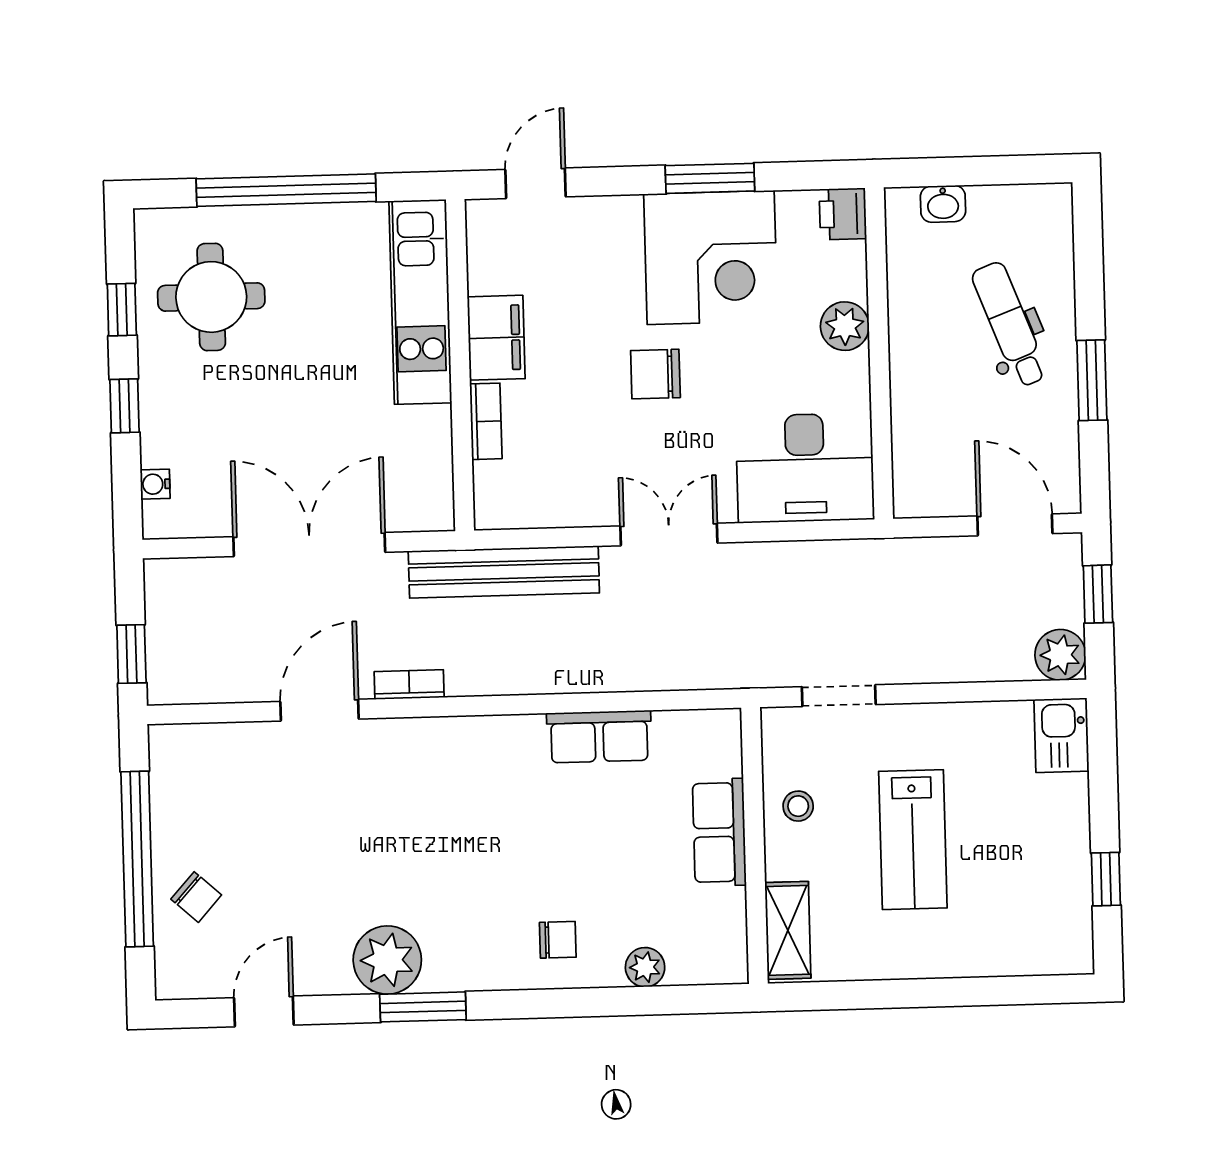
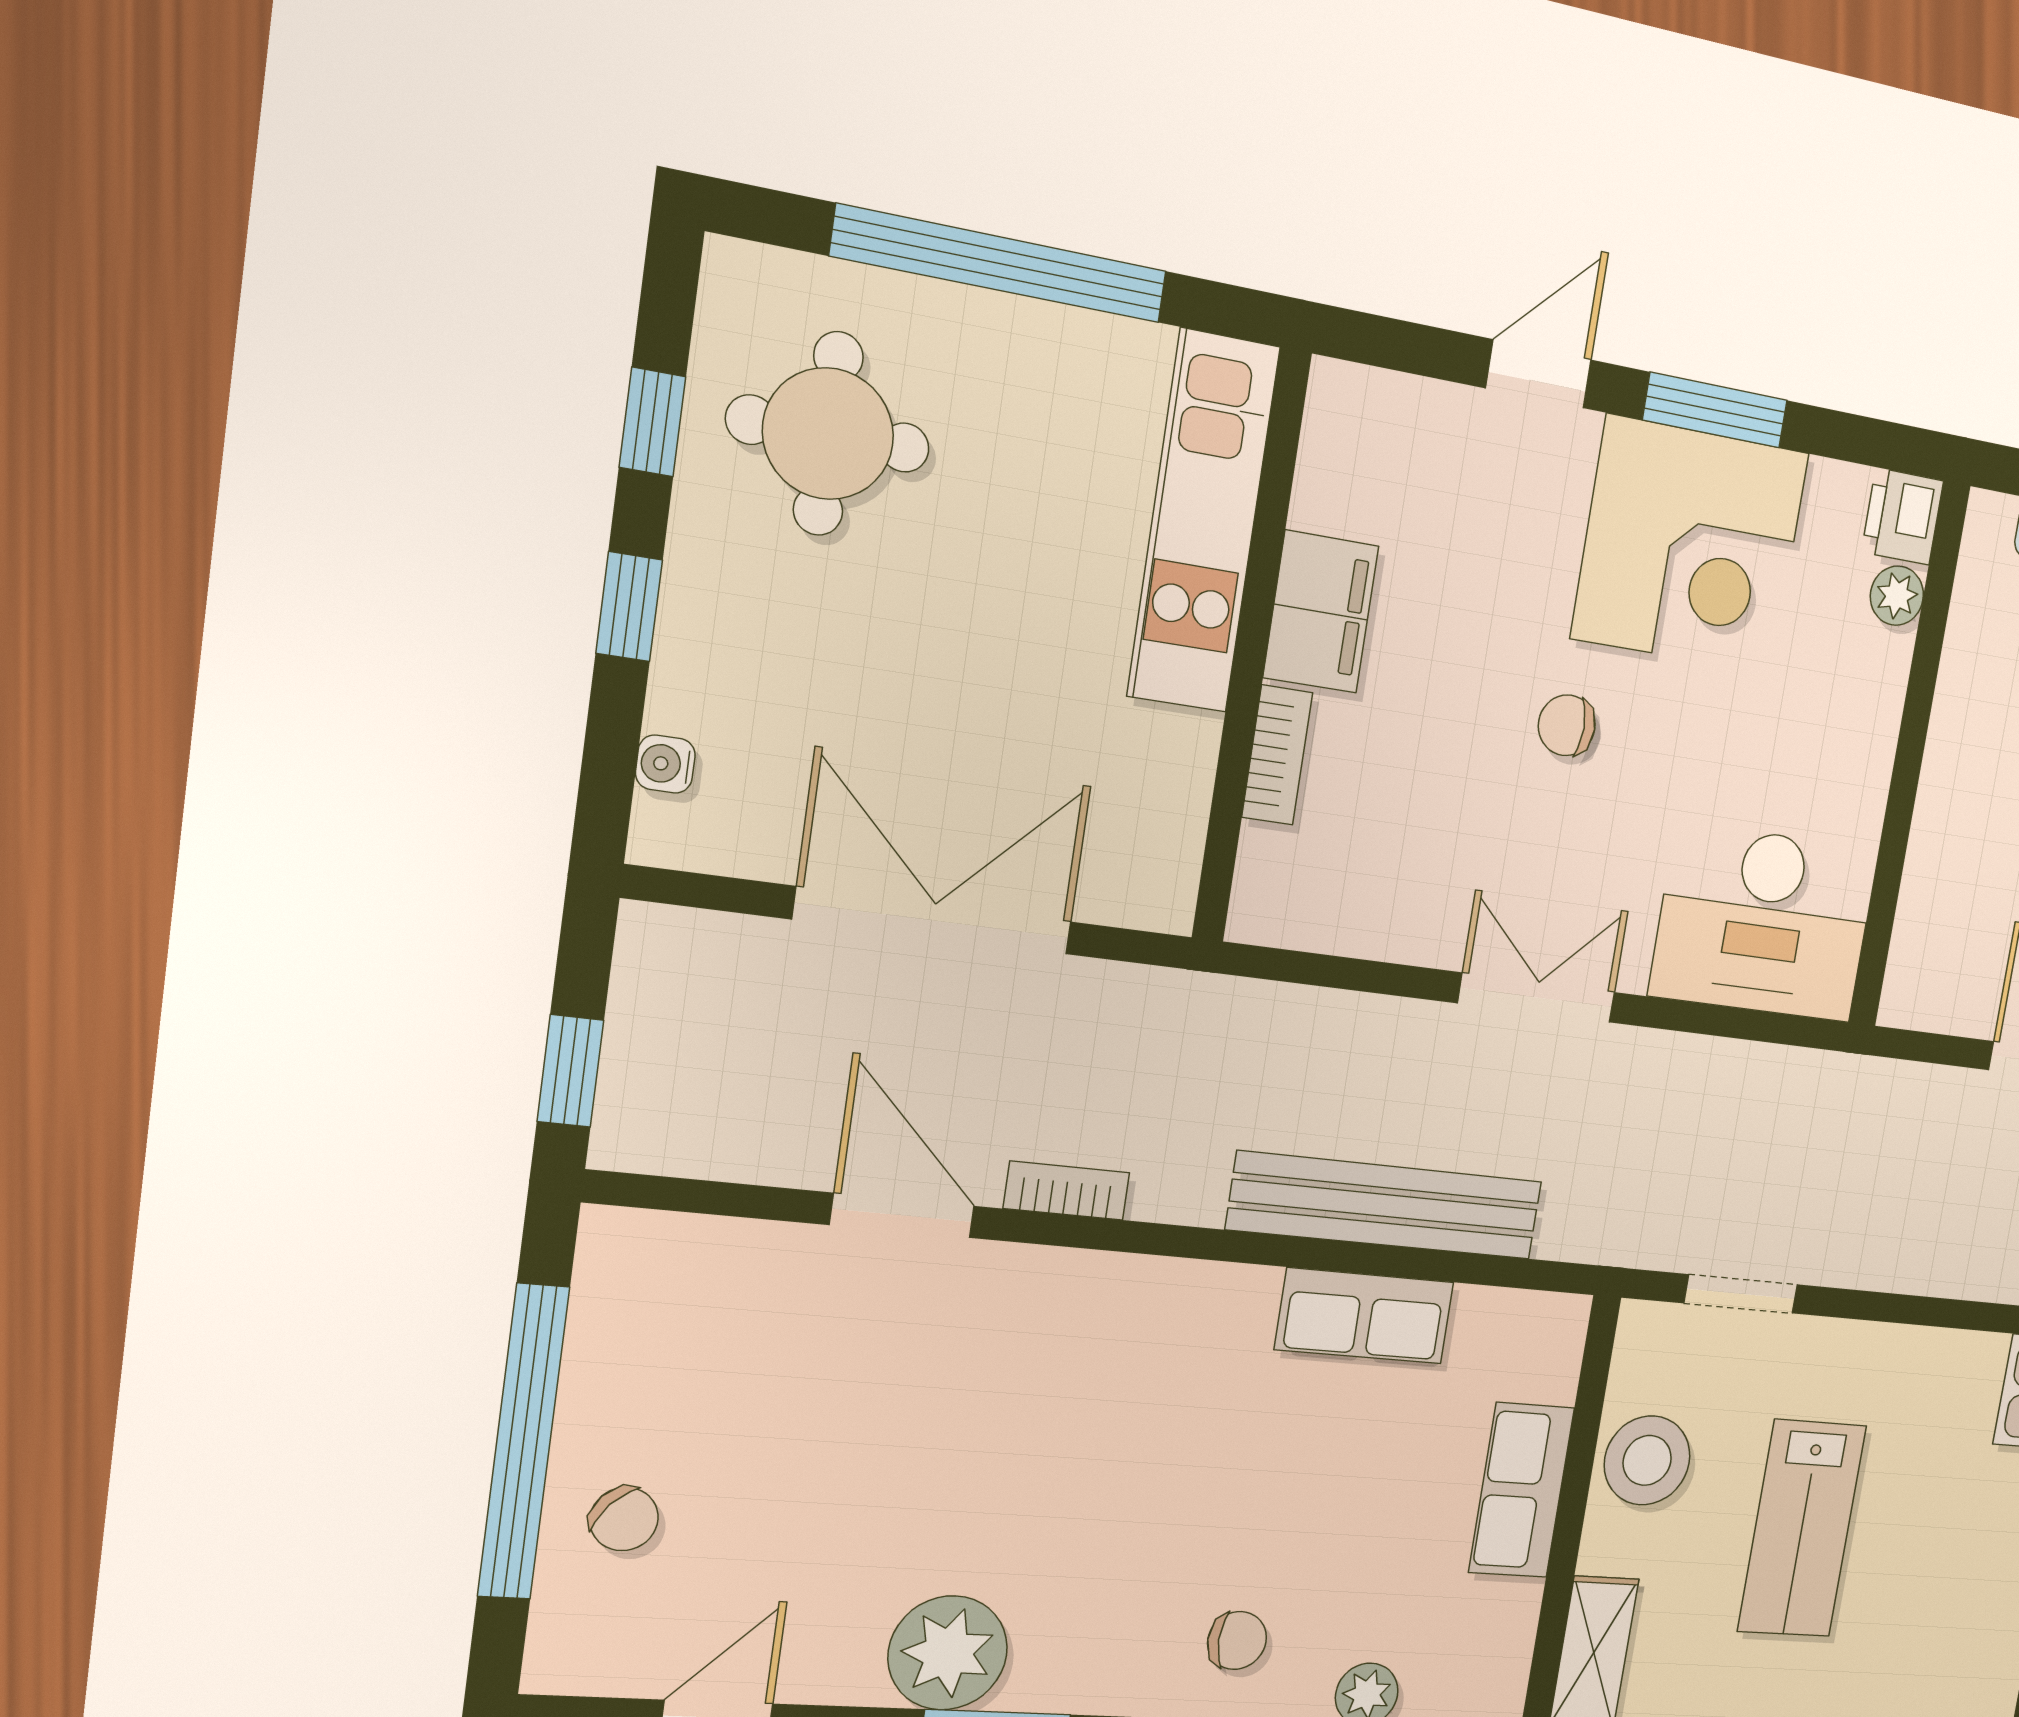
door: (535, 183) -> (1539, 374), moved
plant: (845, 326) -> (1897, 596), moved, width x0.73, depth x0.73
chair: (655, 374) -> (1567, 725), width x0.73, depth x0.73
bench: (504, 572) -> (1386, 1205), moved
door: (319, 710) -> (902, 1215), hinge flipped
stool: (798, 806) -> (1647, 1460), width x1.89, depth x1.89

